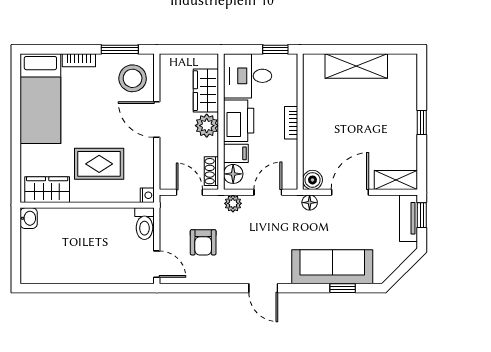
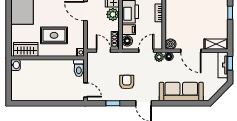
door: (350, 192) -> (191, 51), swing flipped
plant: (233, 203) -> (159, 57), moved
armchair: (203, 242) -> (127, 82), moved, turned 180
window: (343, 288) -> (113, 103), moved

